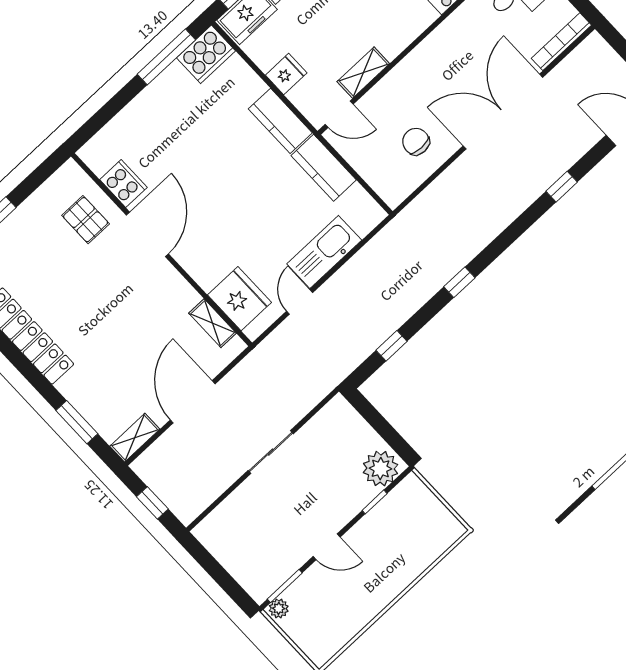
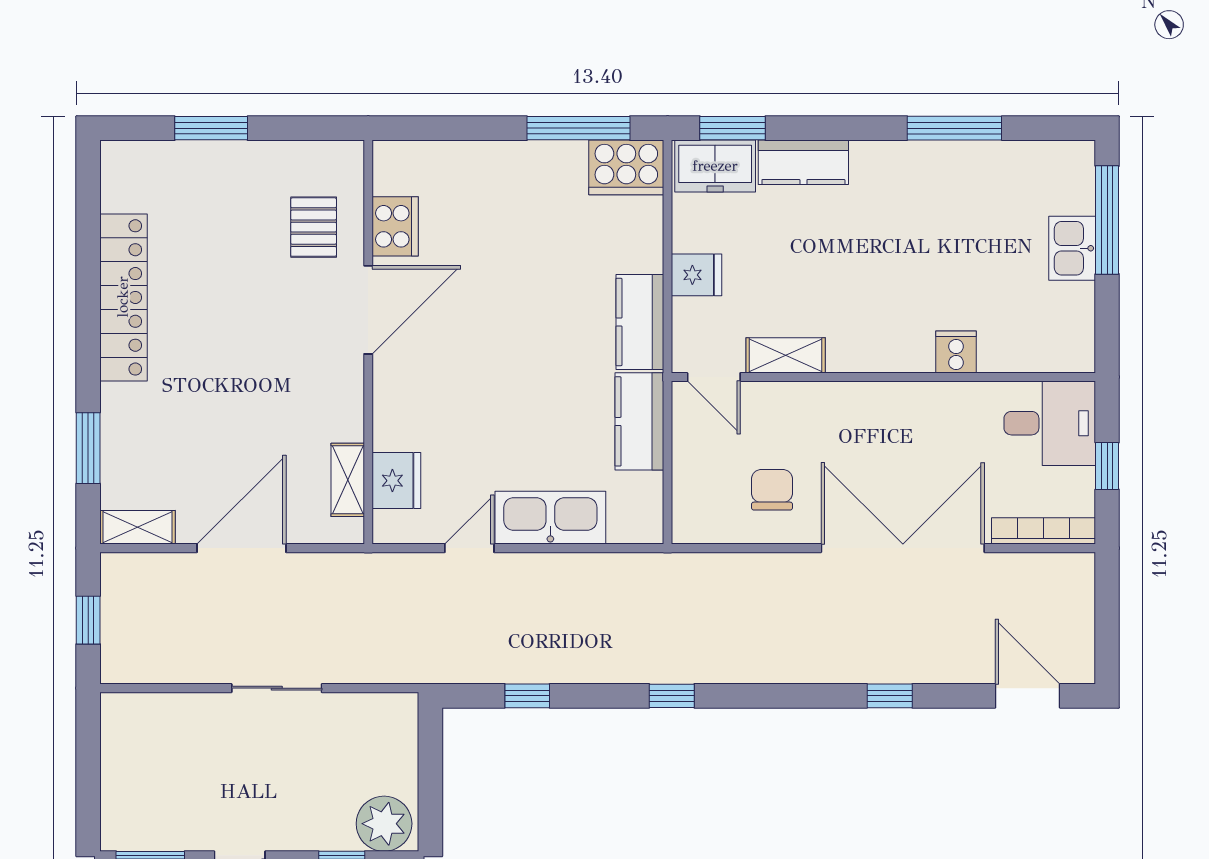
fridge: (239, 299) -> (396, 481), width x0.73, depth x0.75

